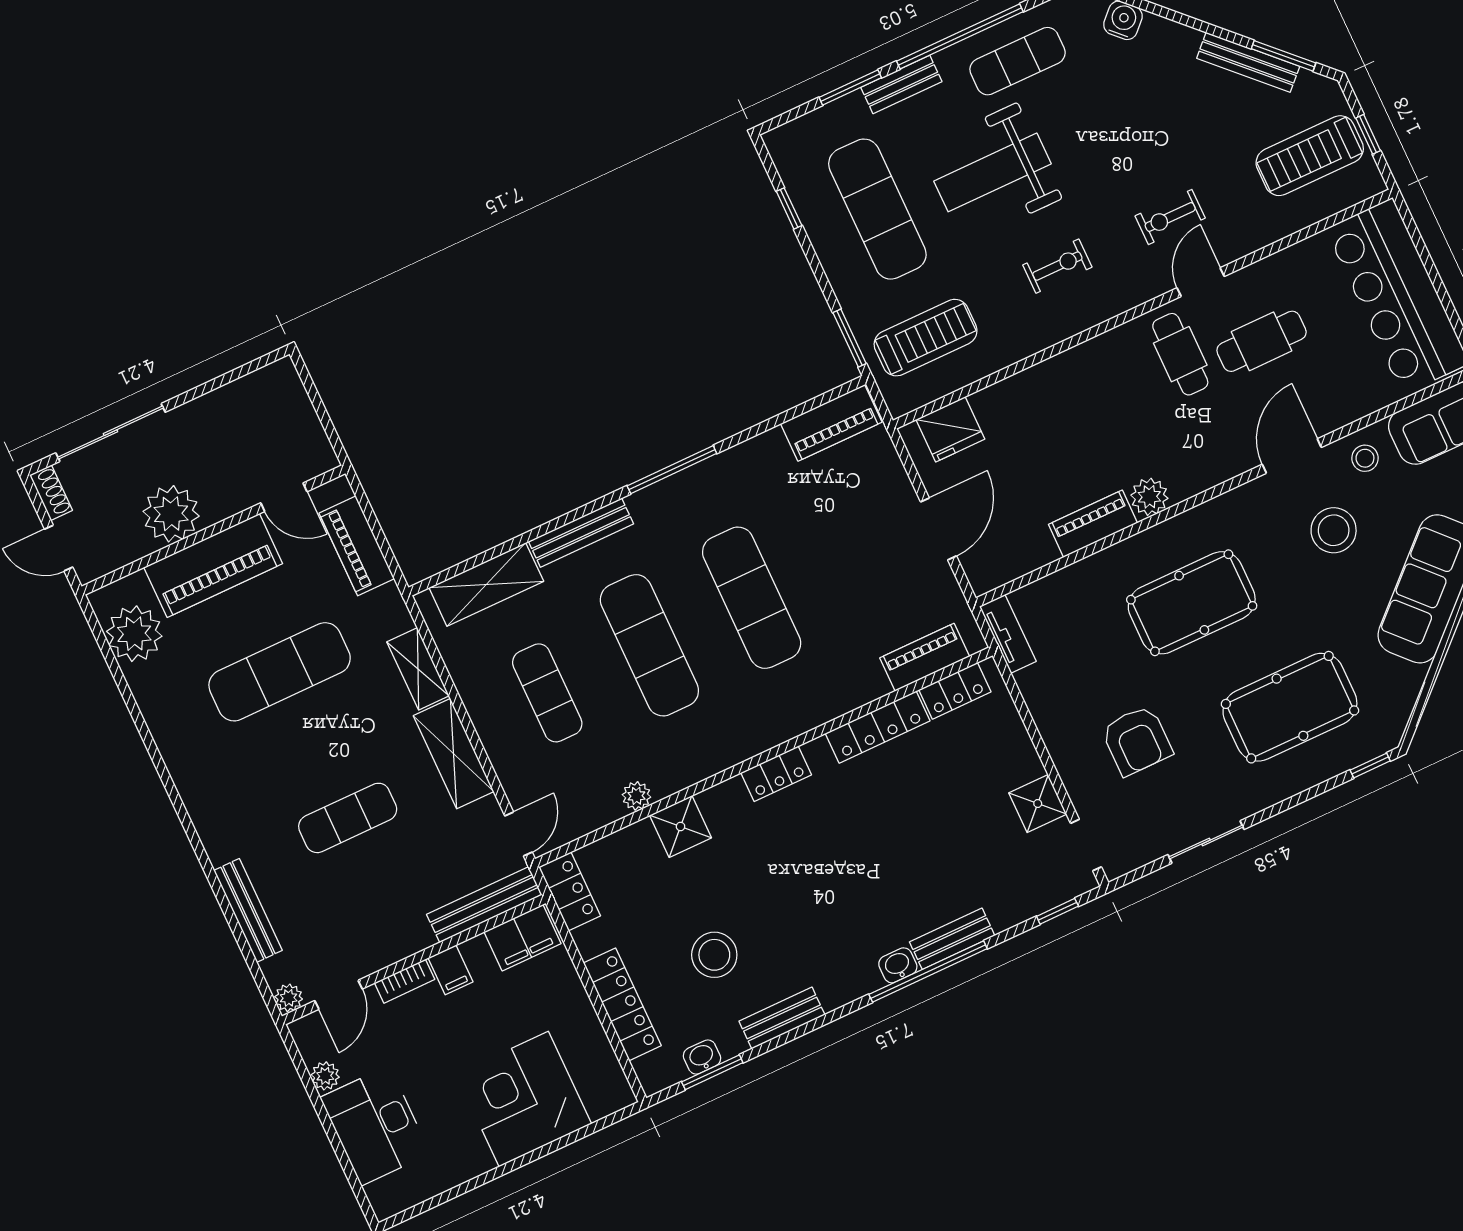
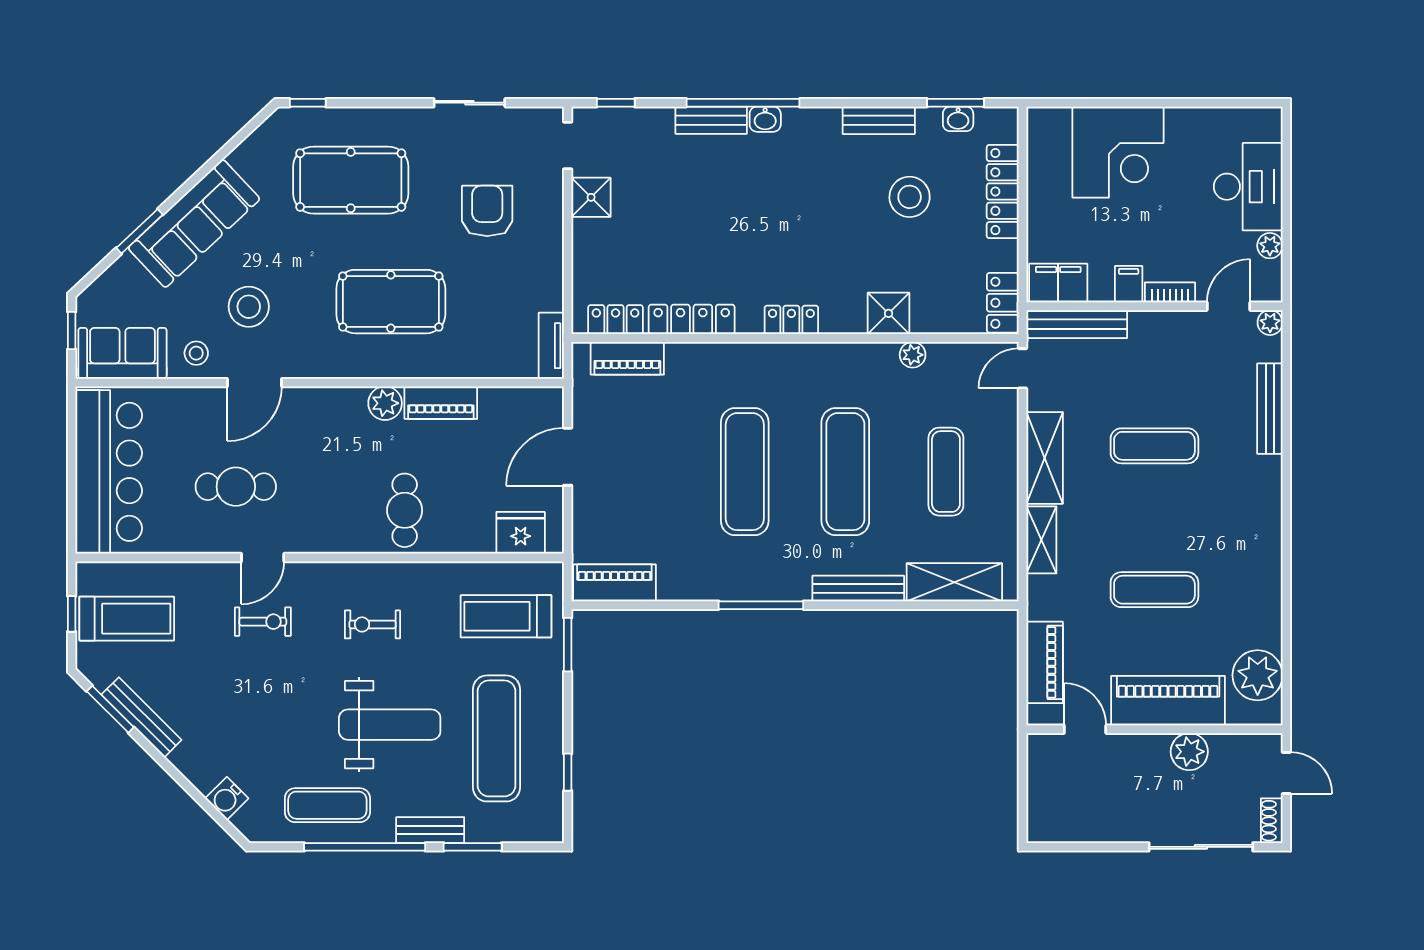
cafe table: (1180, 354) -> (405, 510), moved
plant: (171, 514) -> (1189, 752), width x0.73, depth x0.73
exercise mat: (280, 672) -> (1154, 590), width x0.73, depth x0.69

